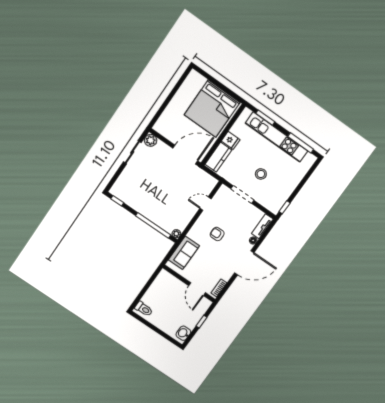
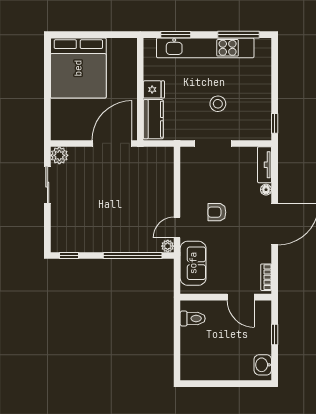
bed: (212, 109) -> (78, 68), moved
door: (206, 204) -> (177, 228), moved
toilet: (144, 309) -> (193, 318), moved

